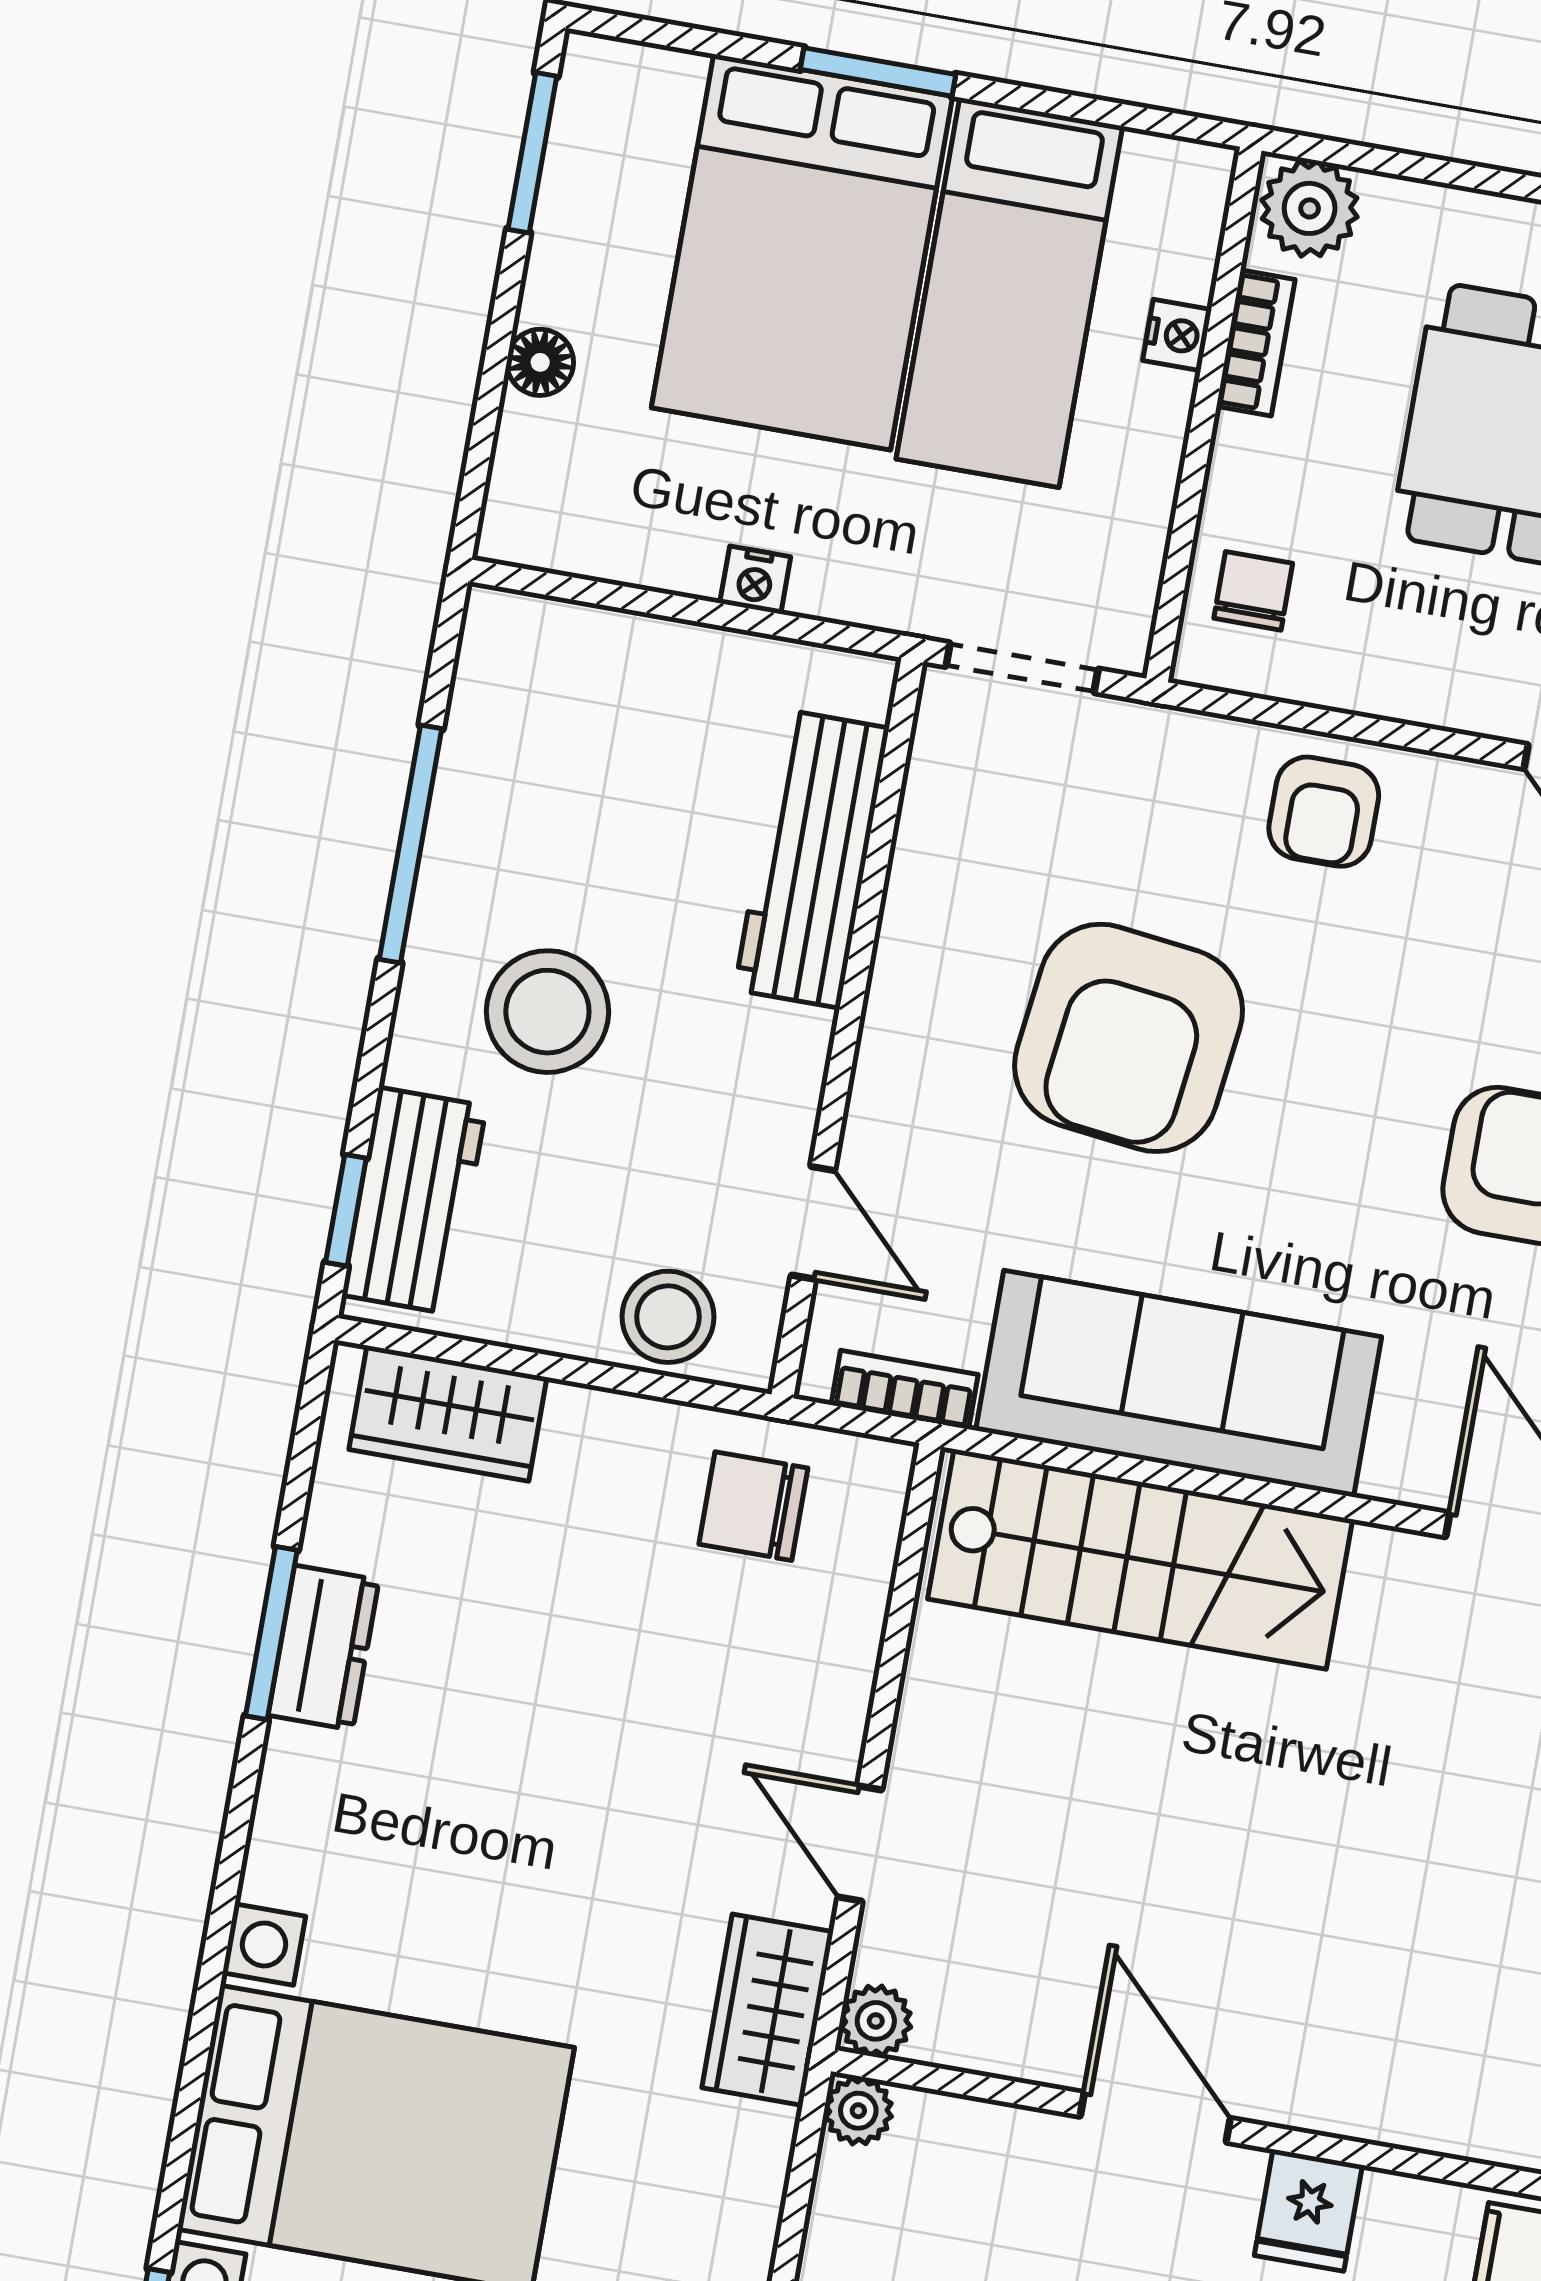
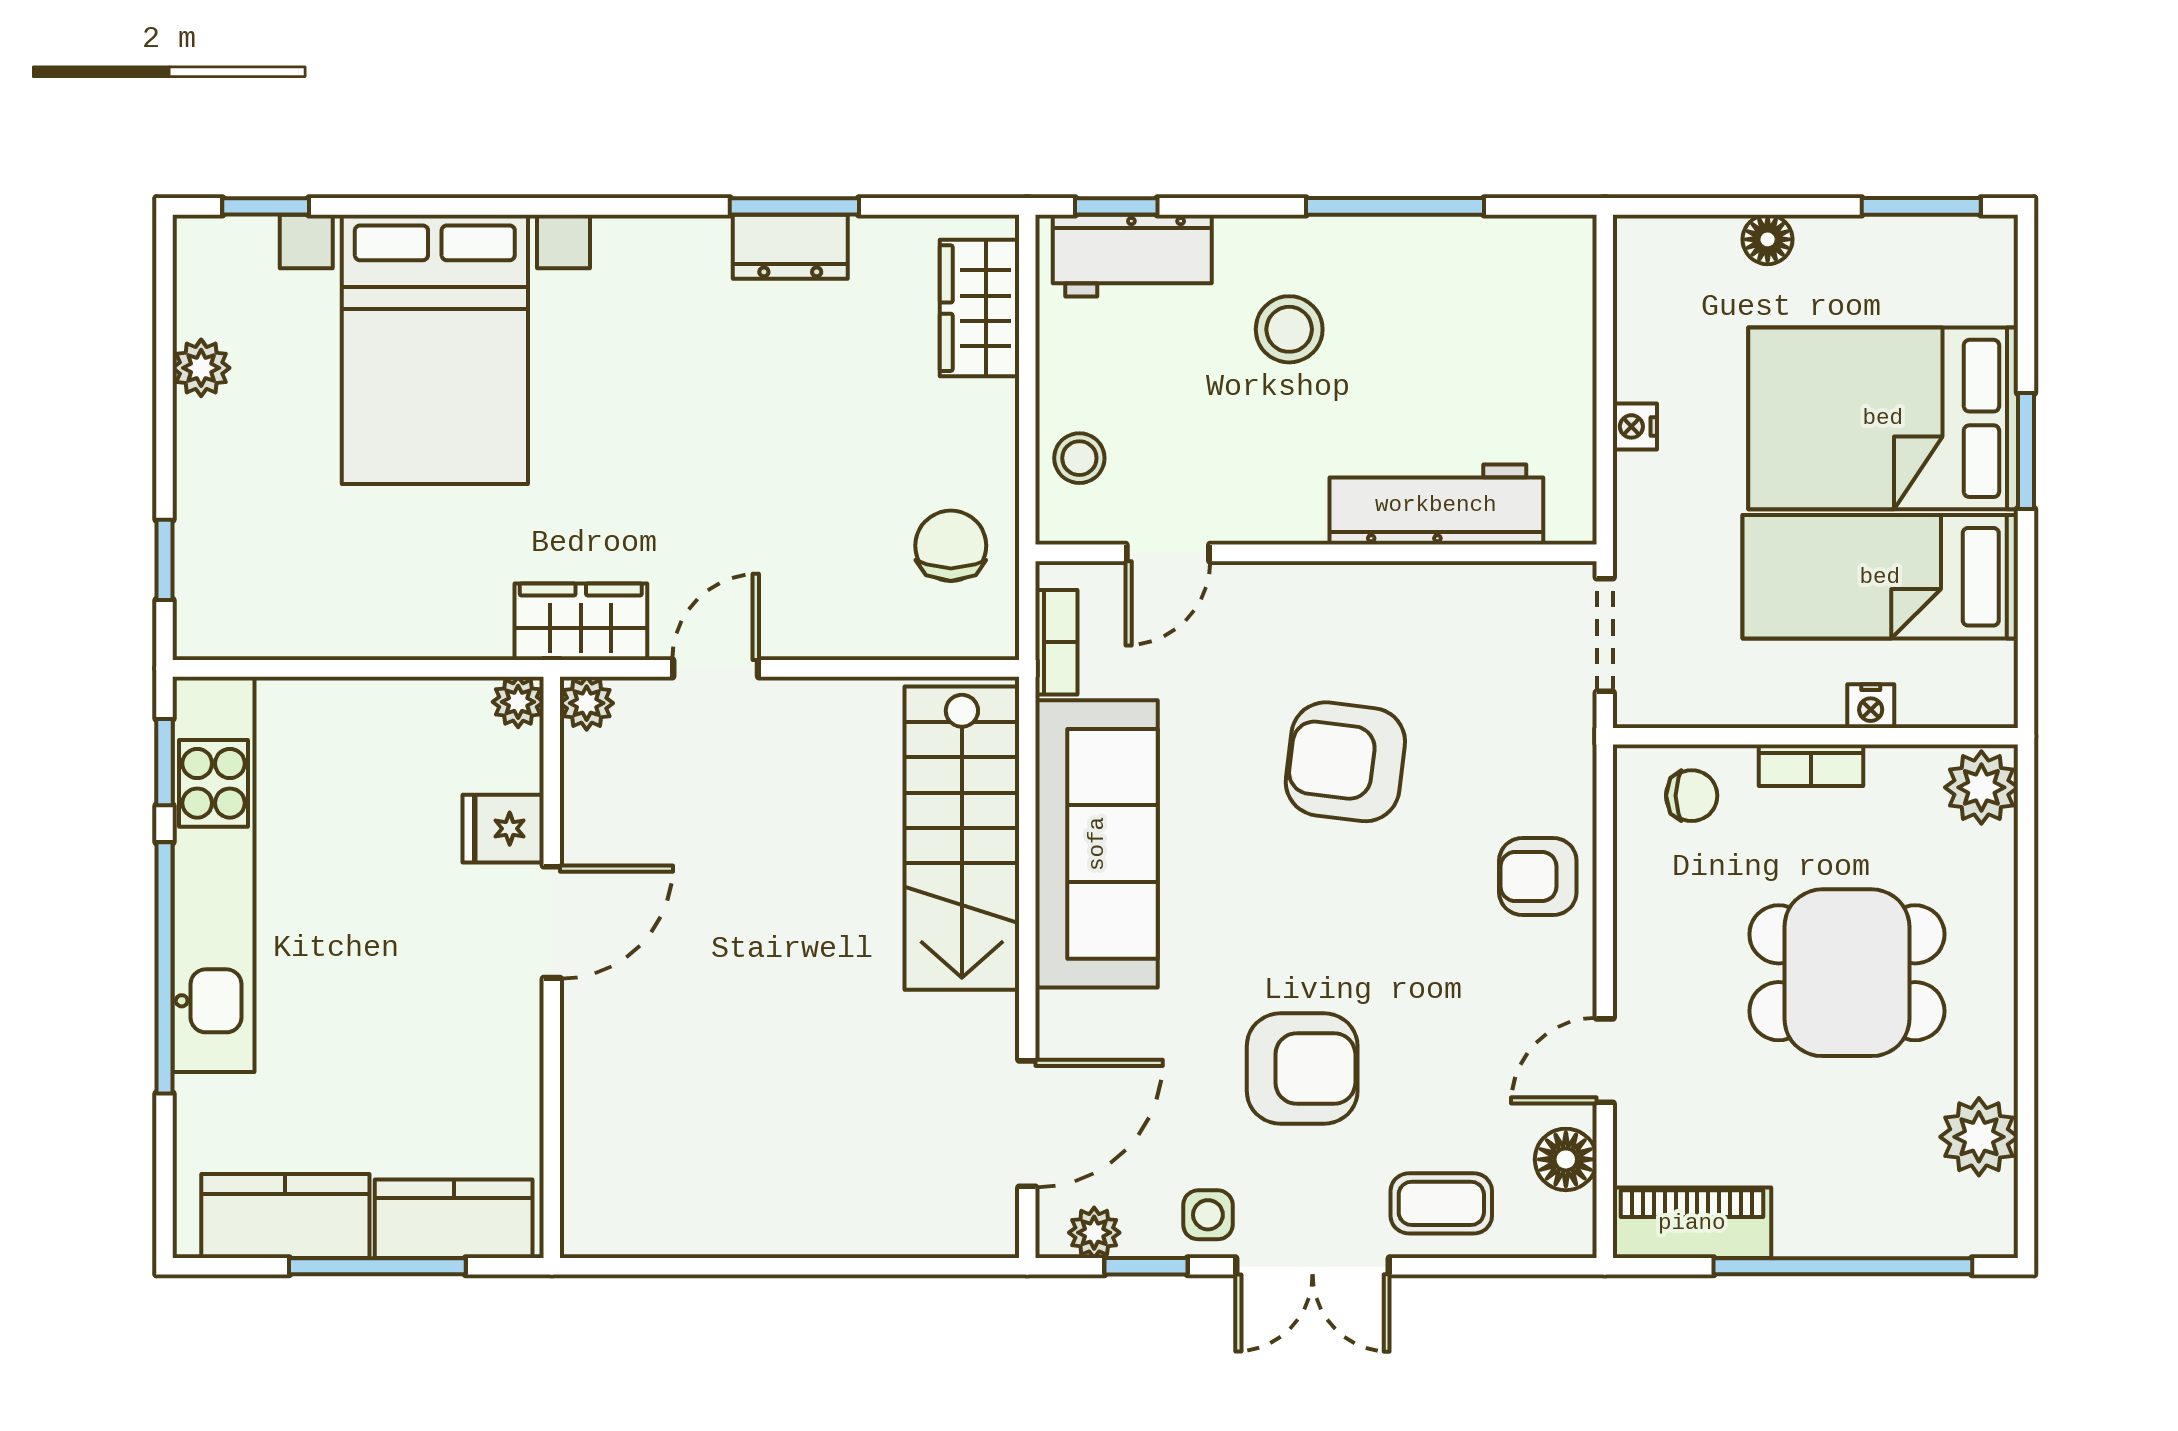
bookcase: (1256, 343) -> (1811, 765), moved
stool: (547, 1012) -> (1289, 329), width x0.73, depth x0.73
armchair: (1129, 1038) -> (1345, 762), width x0.73, depth x0.73
stool: (668, 1317) -> (1079, 458), width x0.73, depth x0.73
fridge: (1308, 2210) -> (503, 829), moved

